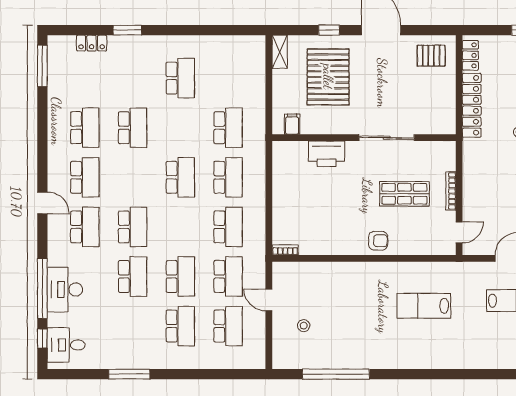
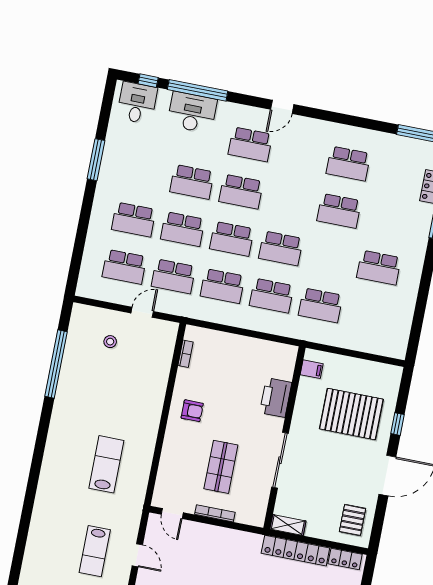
shelving: (280, 52) -> (288, 525), moved
school desk: (85, 177) -> (232, 239), moved
armchair: (378, 241) -> (192, 411), moved, turned -90
bookcase: (285, 250) -> (186, 354), moved

